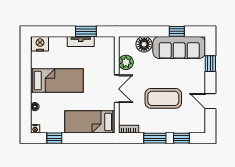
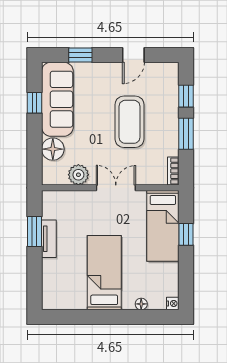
nightstand: (40, 44) -> (52, 297), removed
window: (54, 138) -> (186, 234), moved

